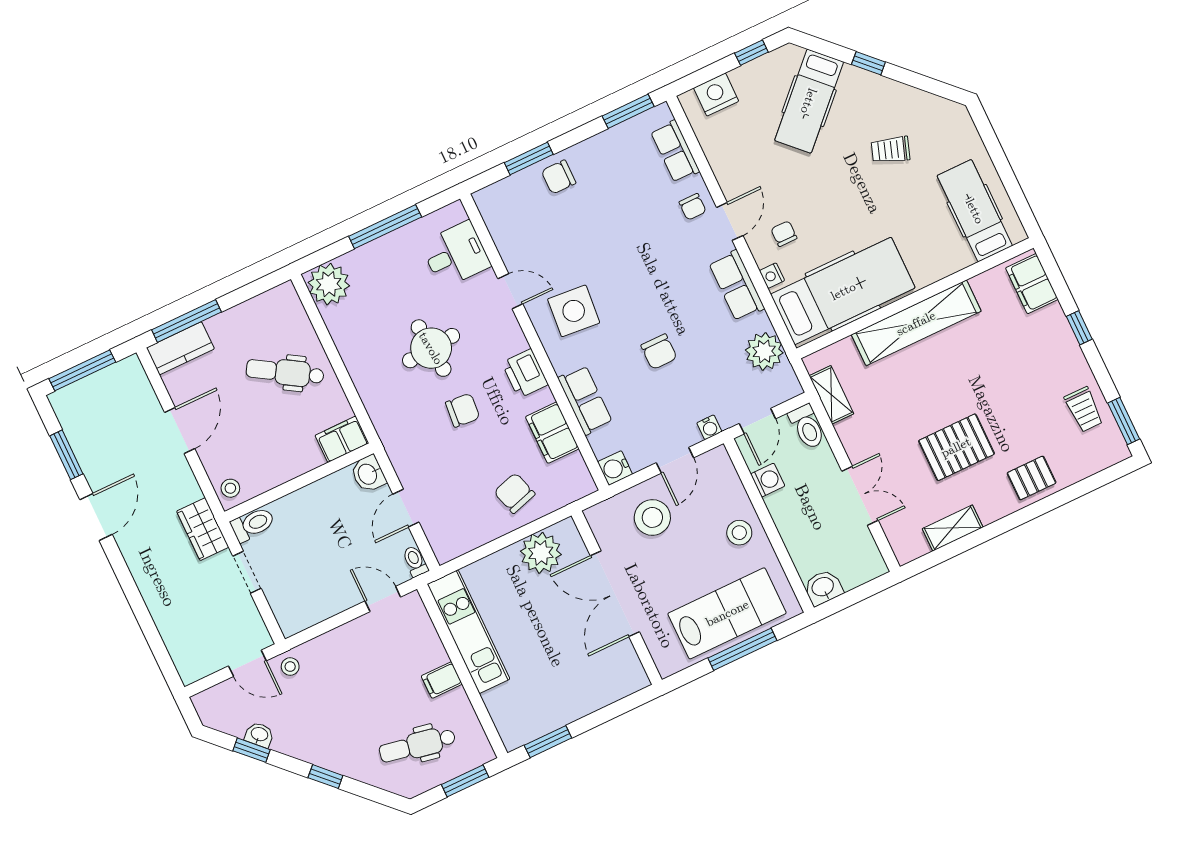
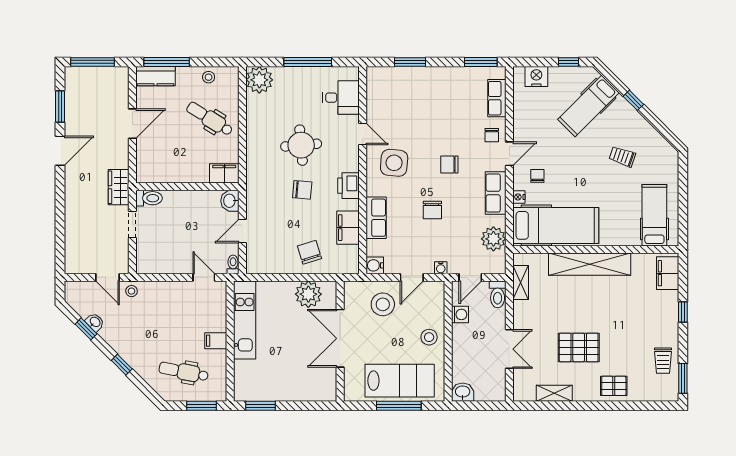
chair: (559, 177) -> (449, 165), moved
stool: (230, 488) -> (209, 77), moved

